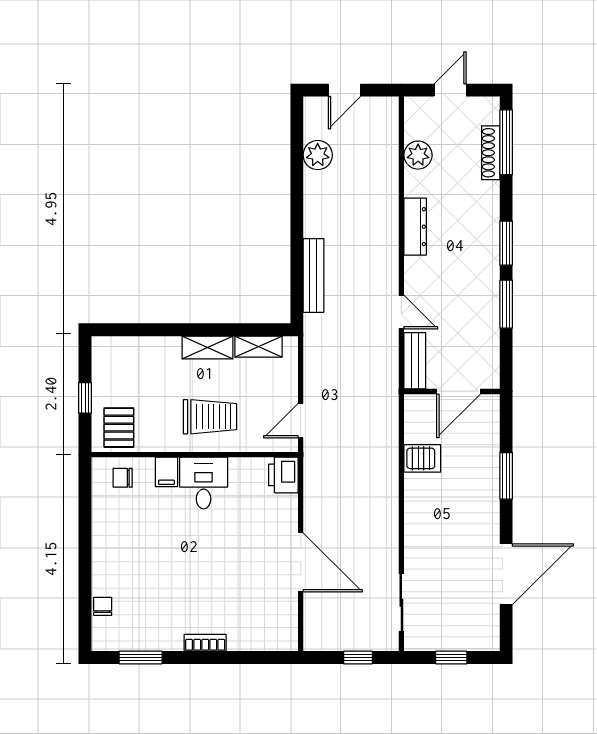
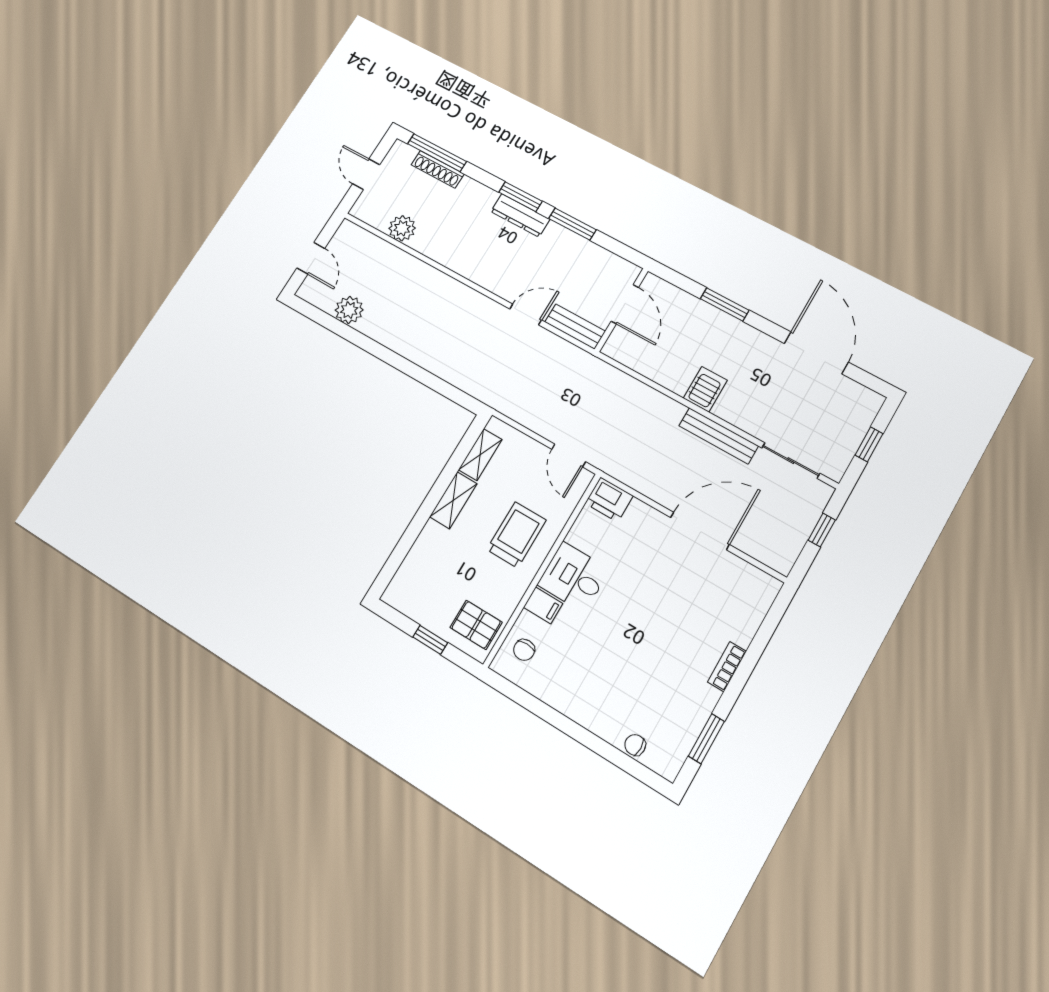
dresser: (415, 227) -> (520, 215), moved, turned 180
bench: (313, 275) -> (719, 436), moved
server rack: (422, 458) -> (705, 389), moved

